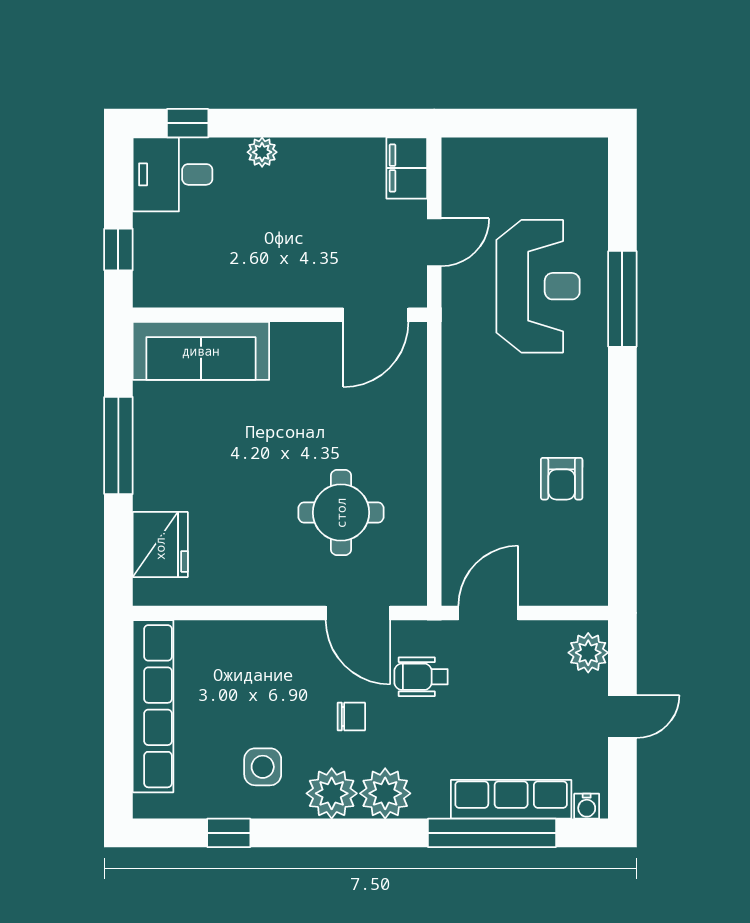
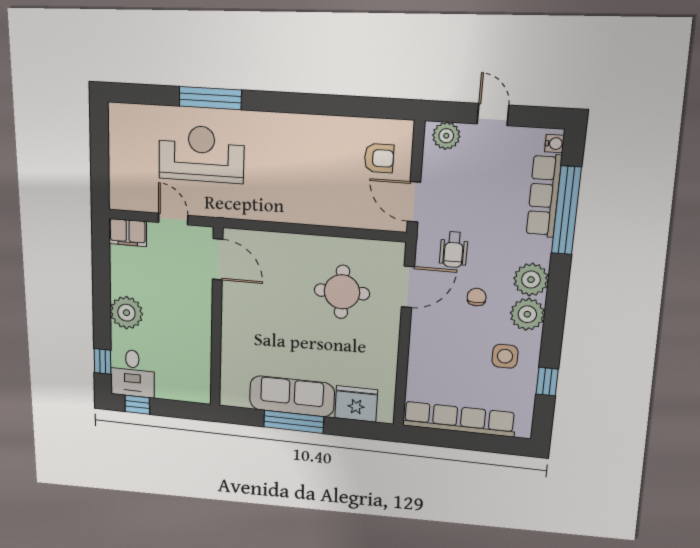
plant: (262, 152) -> (126, 313), width x1.87, depth x1.87
window: (118, 250) -> (137, 405), moved
sofa: (201, 351) -> (292, 396), moved, turned -90
armchair: (562, 479) -> (379, 158), moved

